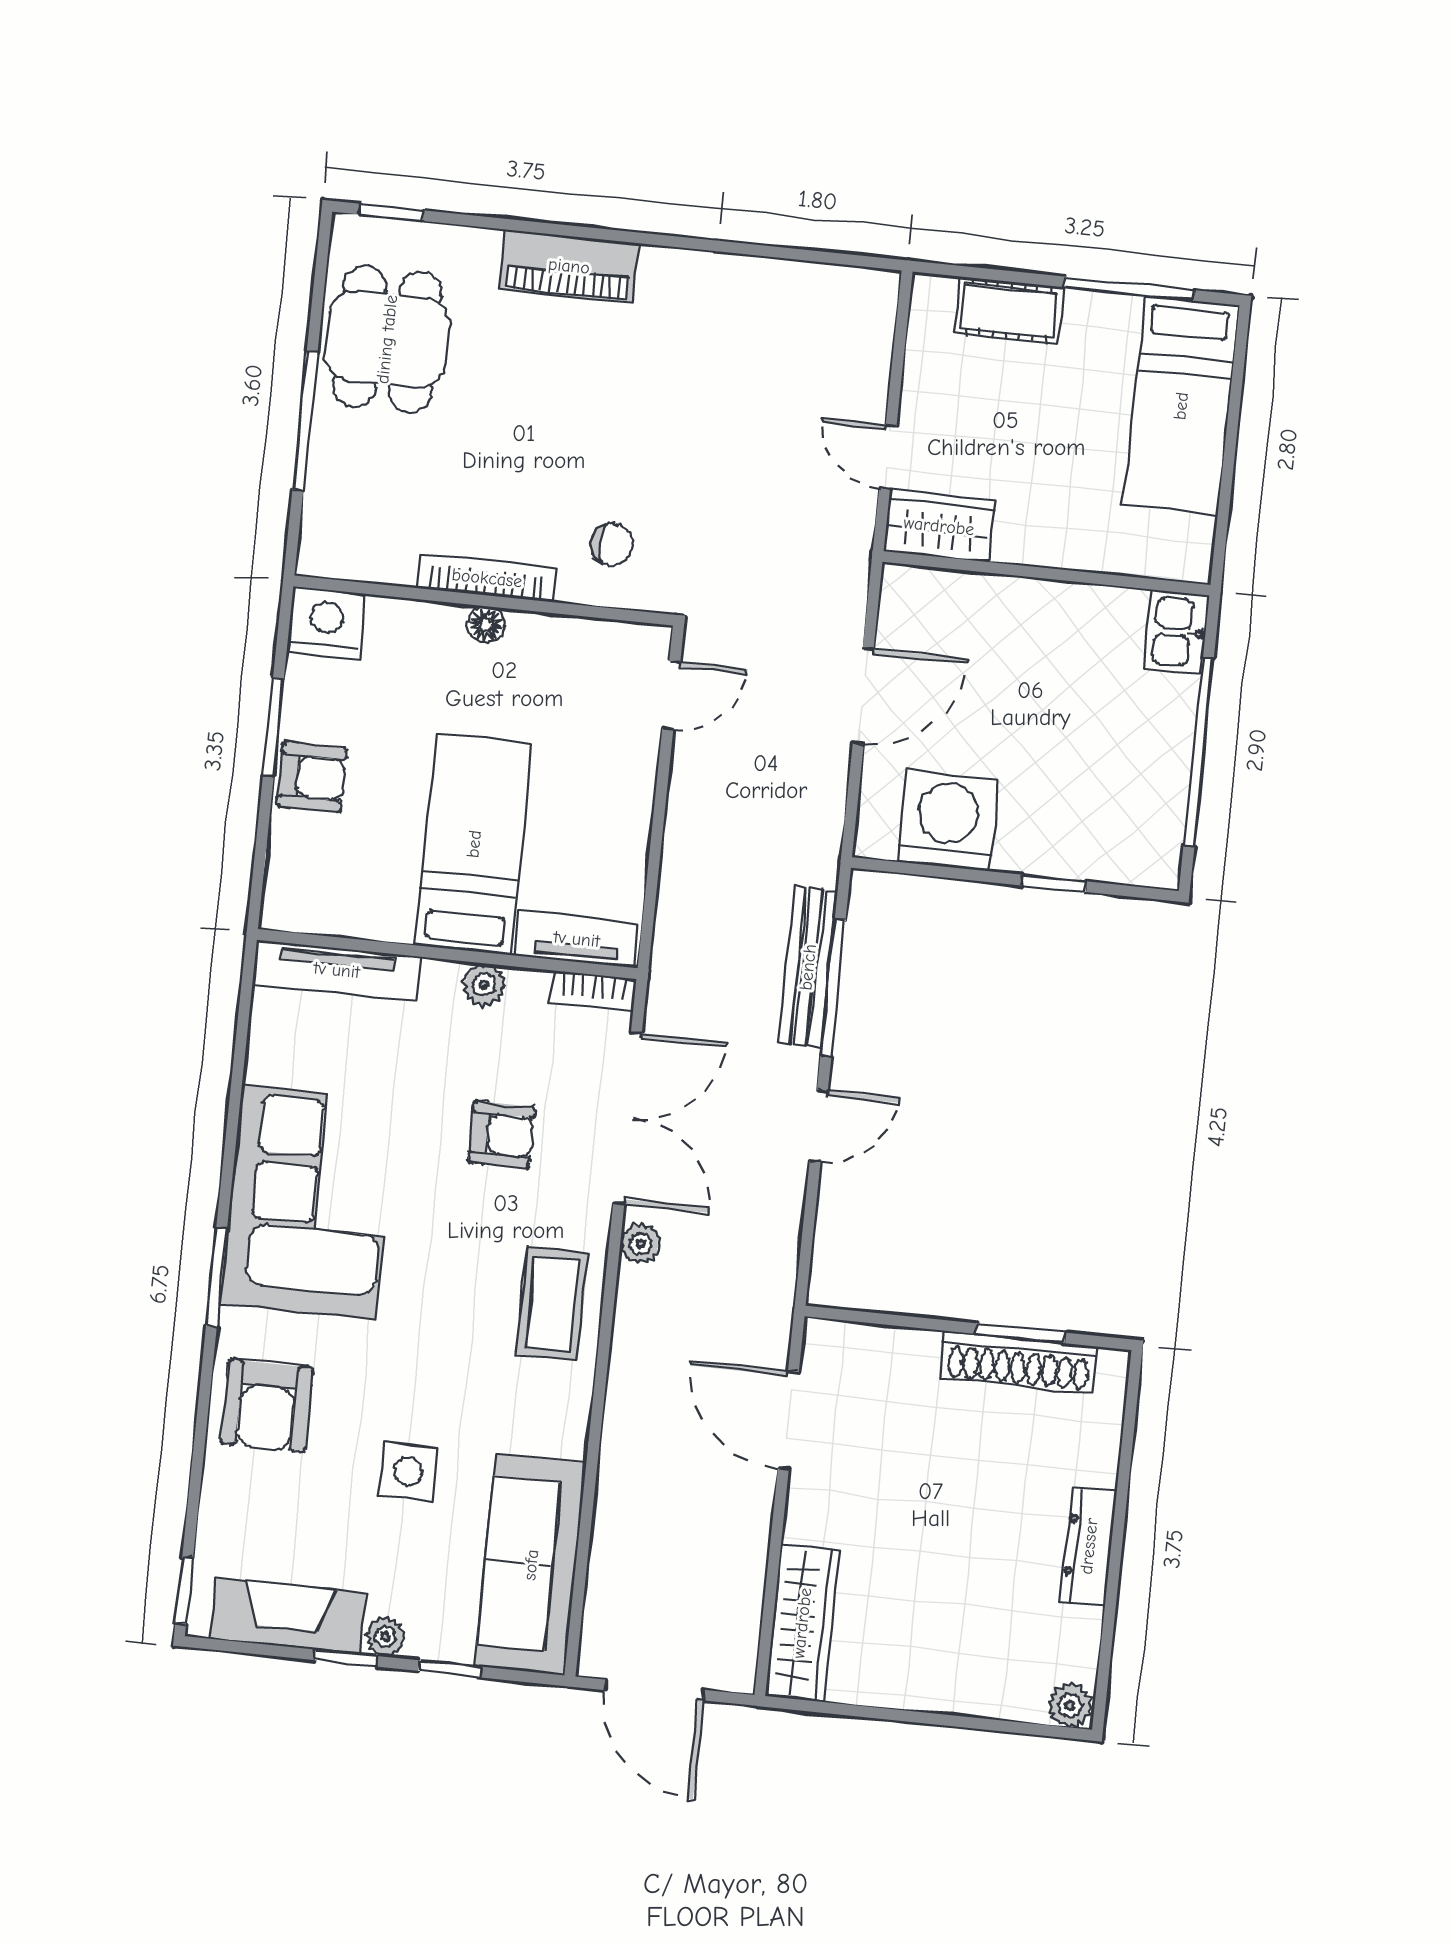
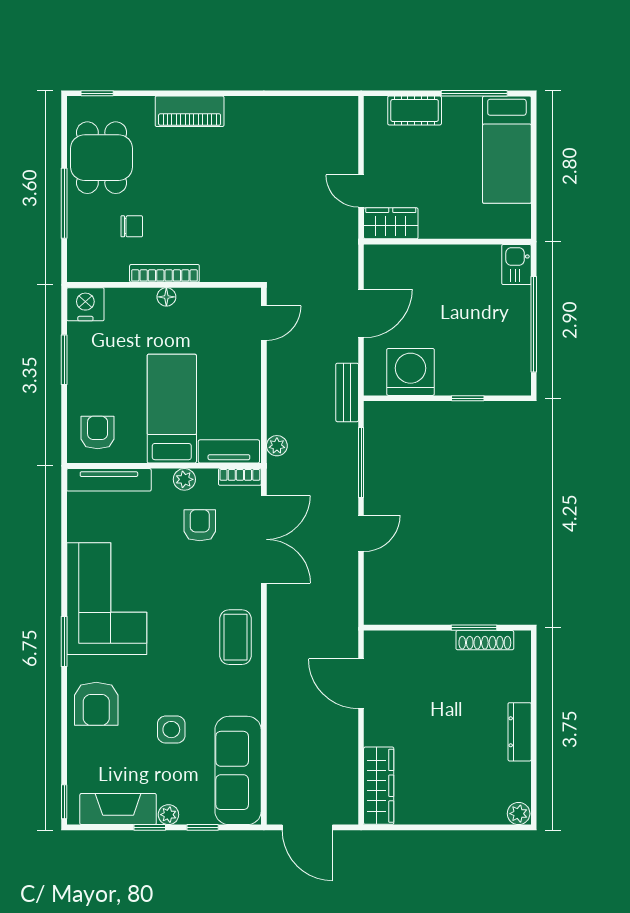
chair: (612, 544) -> (132, 226), moved
armchair: (312, 777) -> (98, 433), moved, turned -90
bench: (808, 967) -> (347, 392), moved, width x0.73
armchair: (502, 1135) -> (200, 525), moved, turned -90
plant: (640, 1244) -> (277, 446), moved
shoe rack: (1019, 1362) -> (485, 640), width x0.74, depth x0.81

